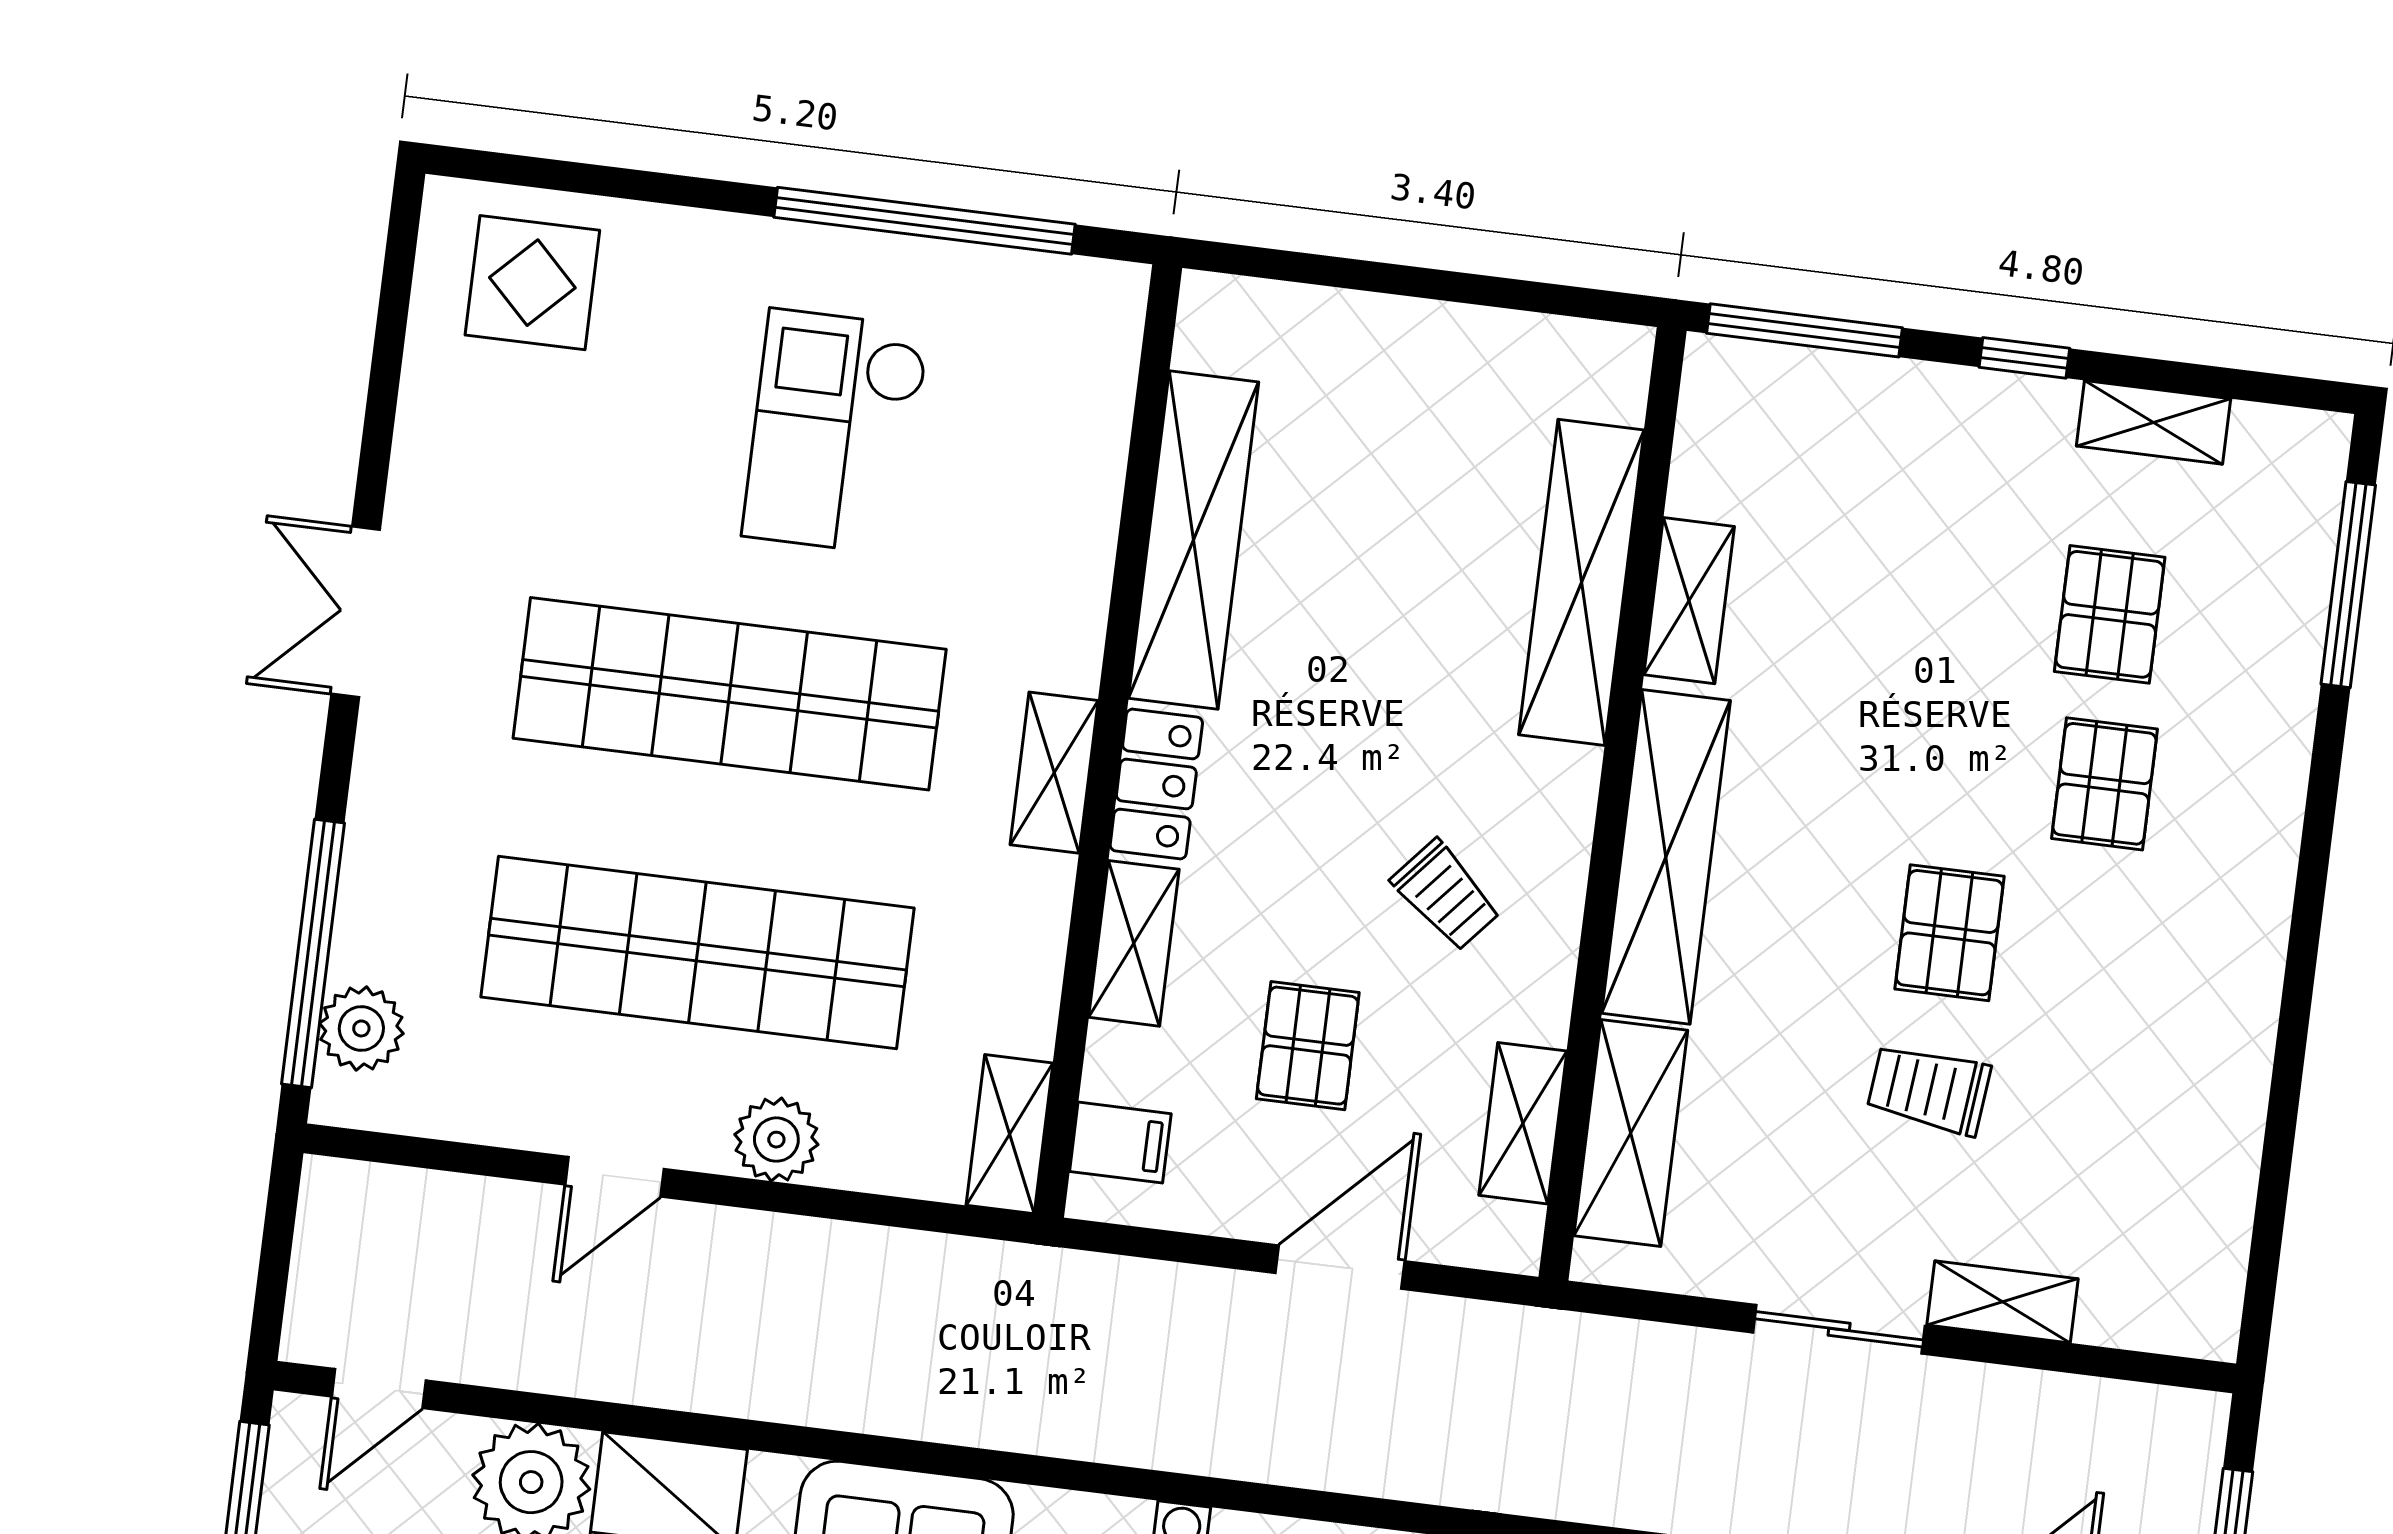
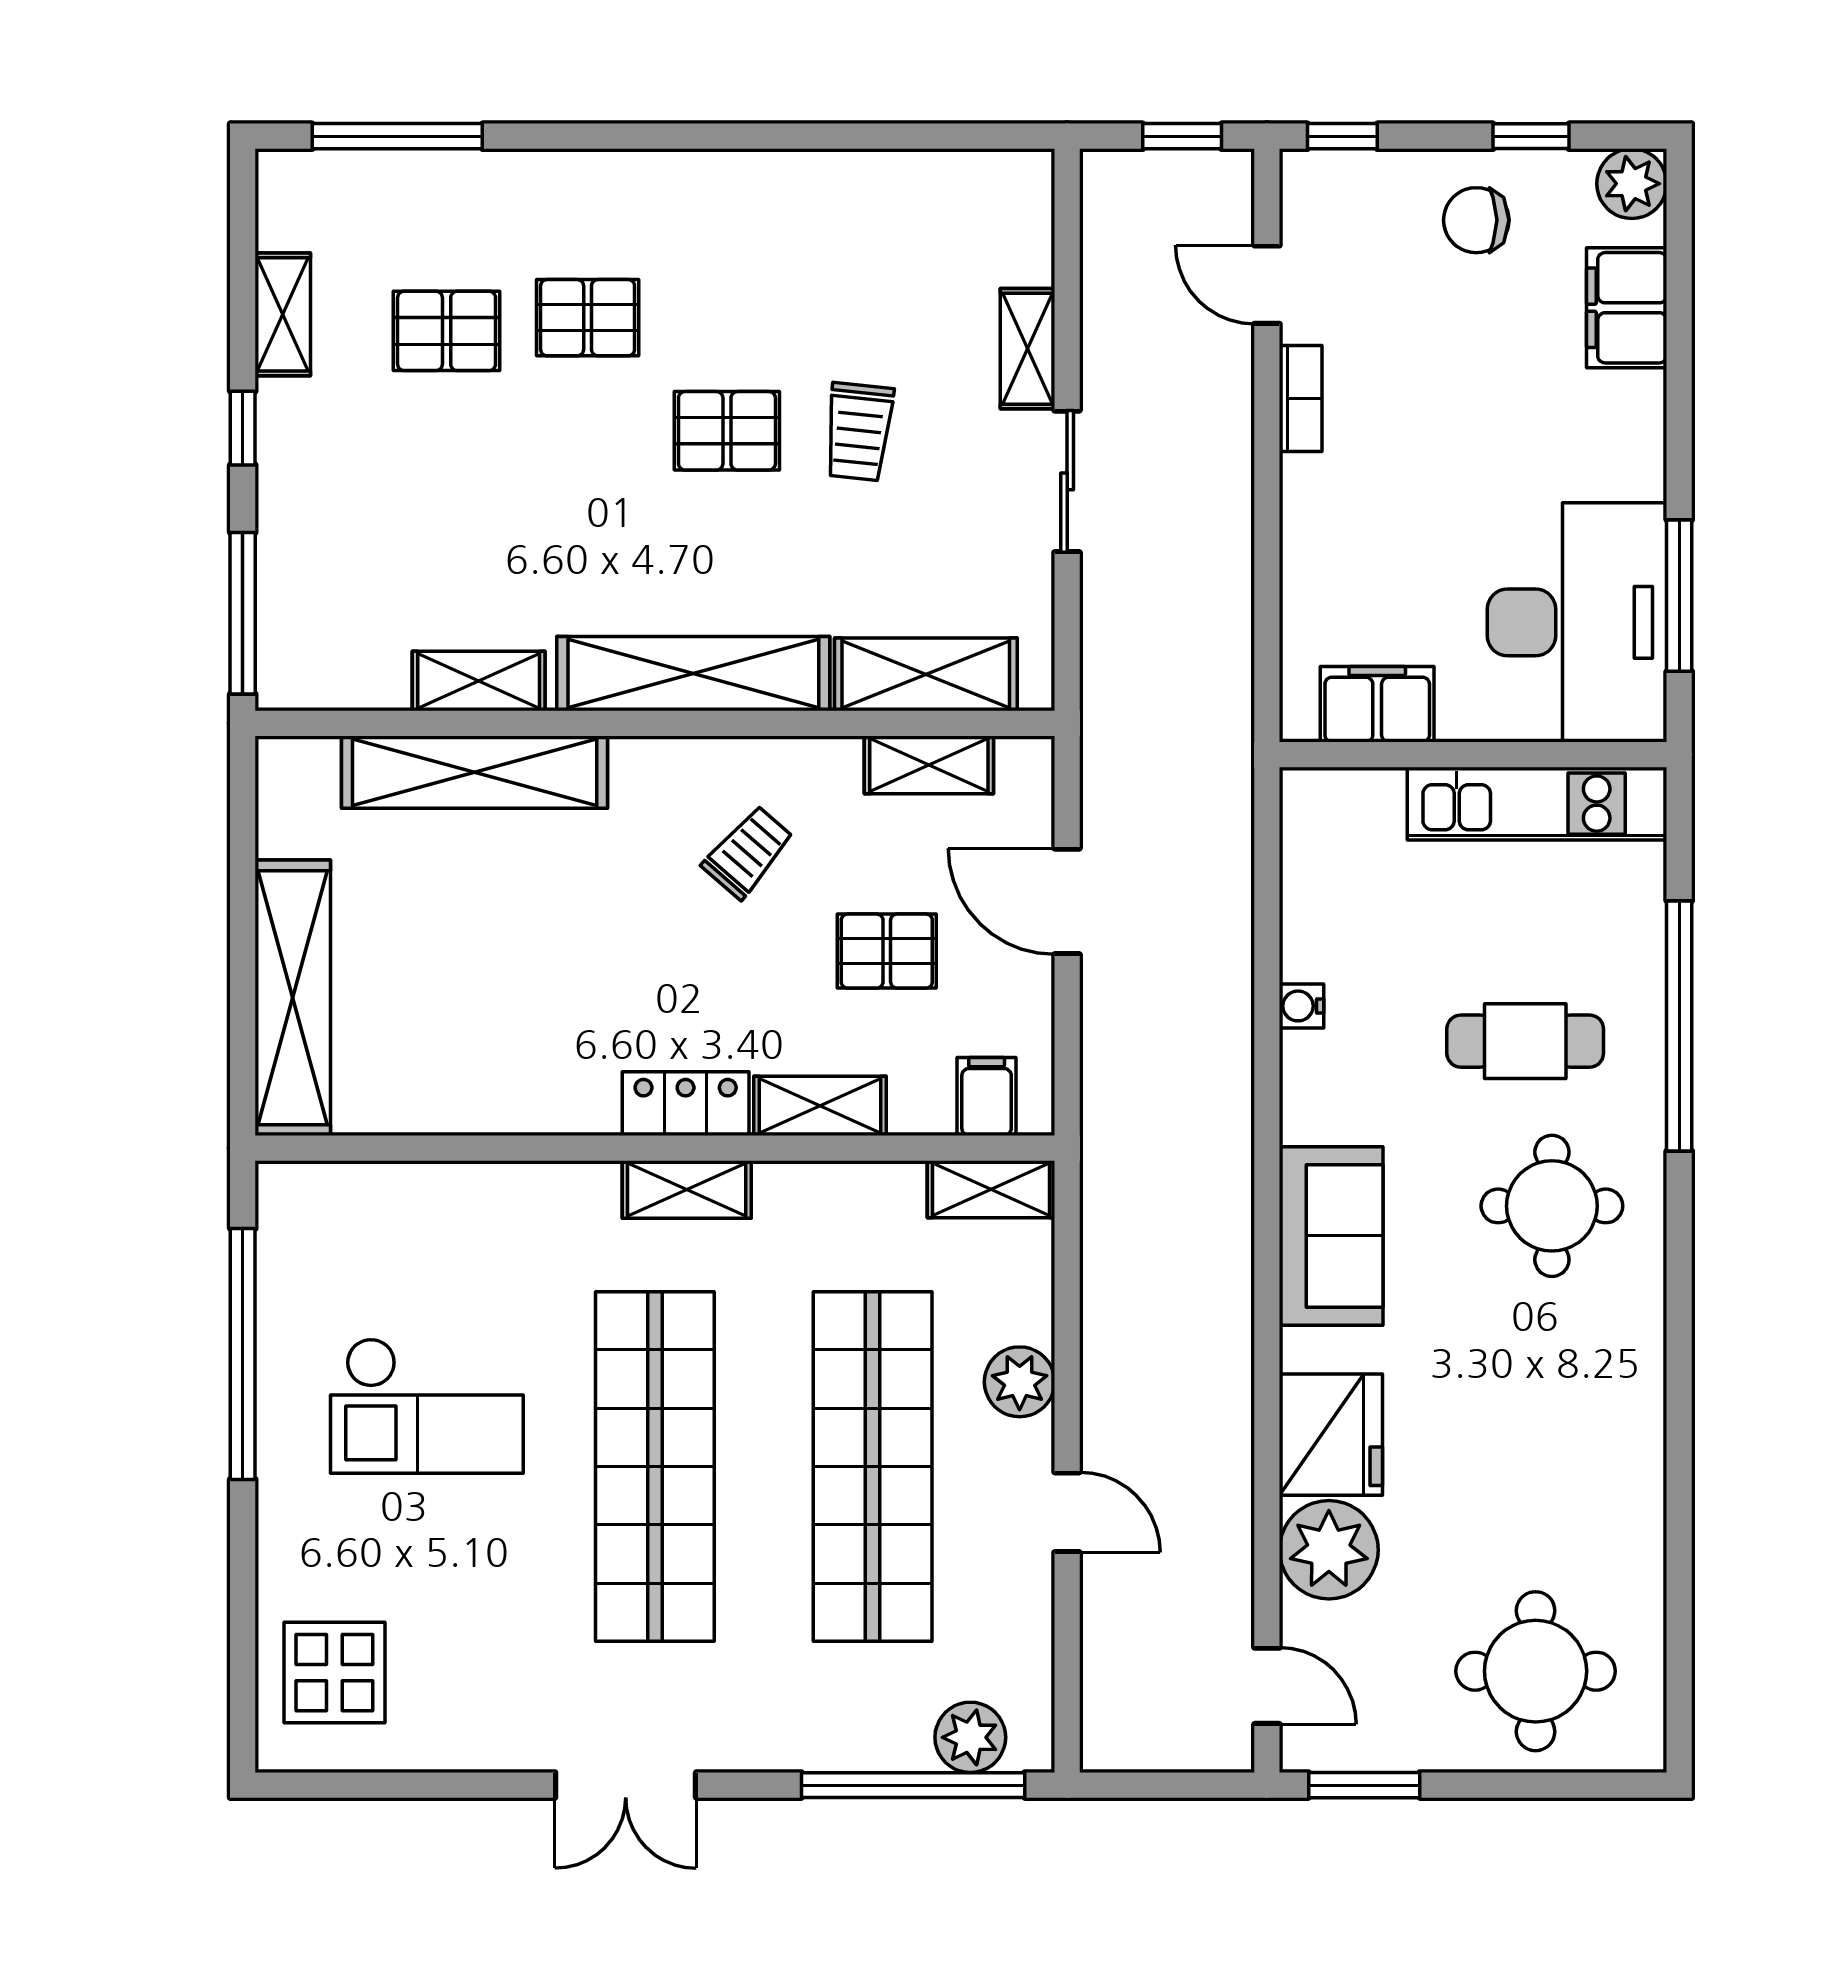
shelving: (1194, 540) -> (293, 998), moved, turned 90

